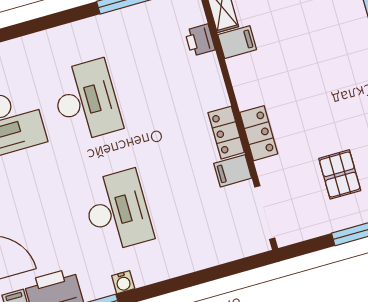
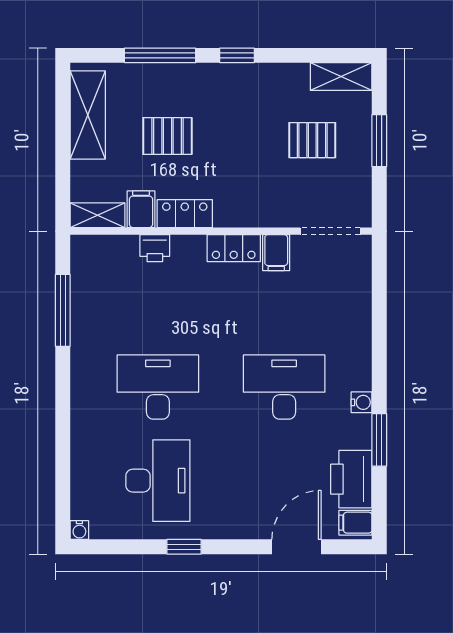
printer: (200, 40) -> (155, 248), moved
pallet: (308, 47) -> (167, 136), added
locker: (259, 133) -> (185, 214), moved

